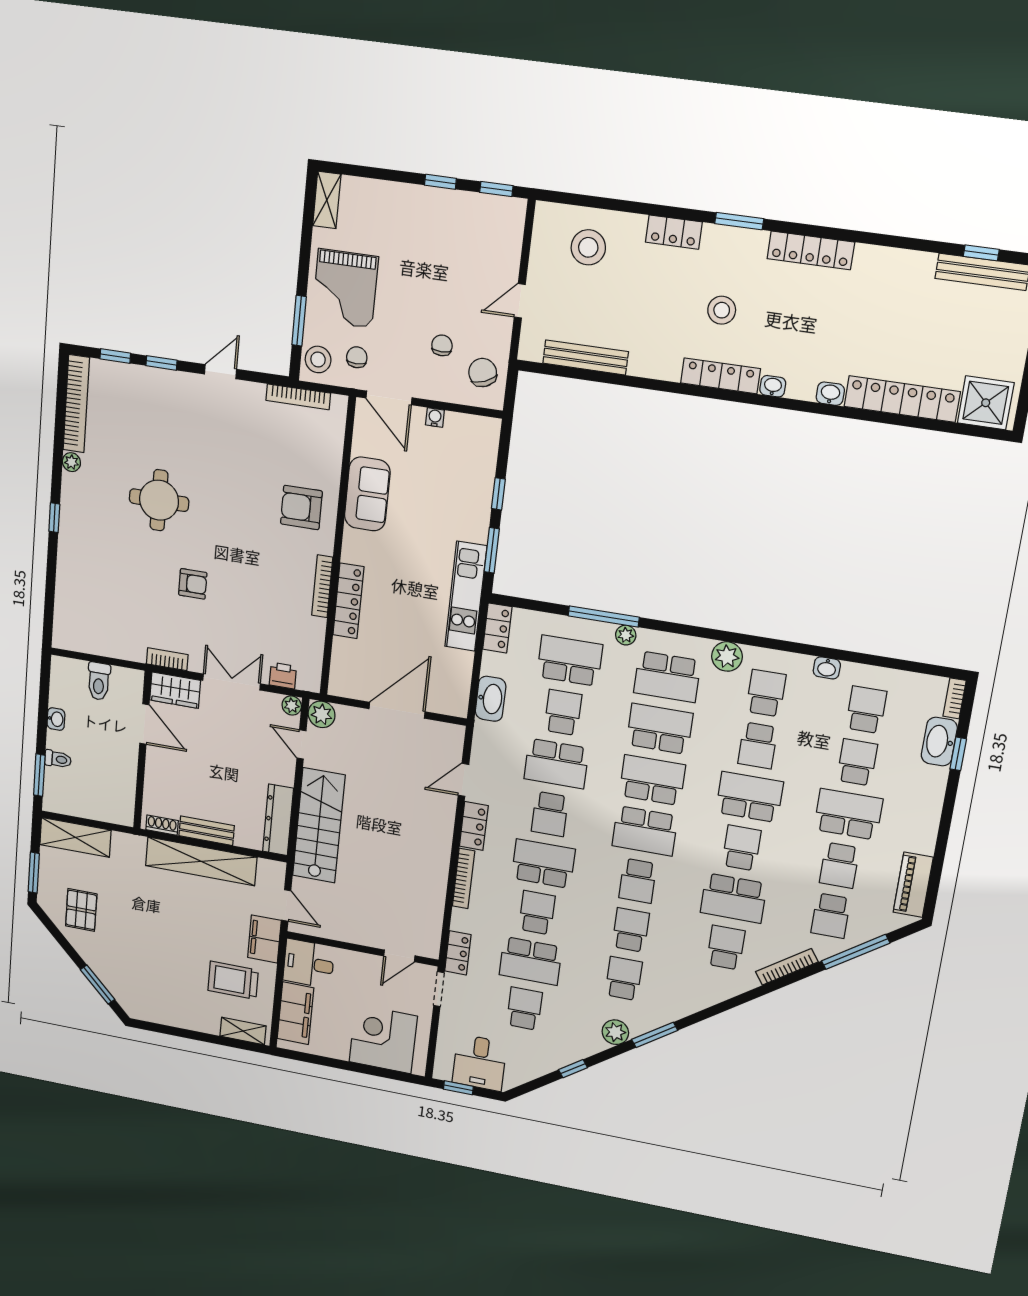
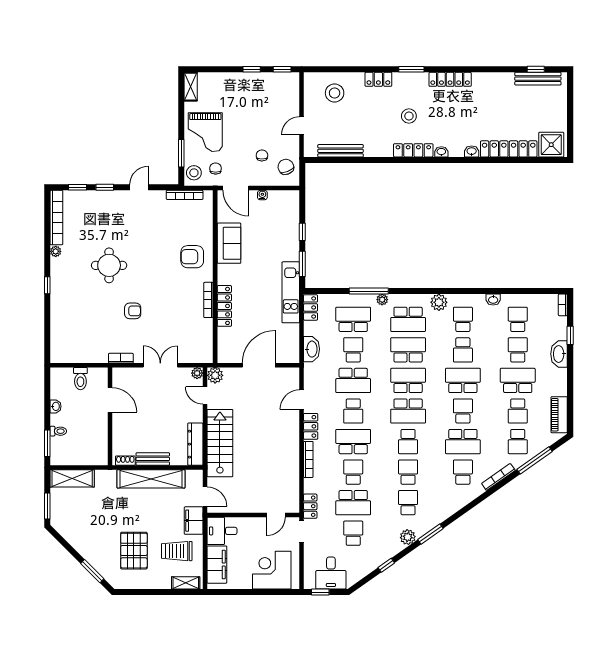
printer: (283, 676) -> (190, 356), removed
wardrobe: (175, 690) -> (127, 376), removed
washbasin: (939, 742) -> (559, 354), moved
pallet: (81, 910) -> (134, 551), moved, width x1.50, depth x1.42

